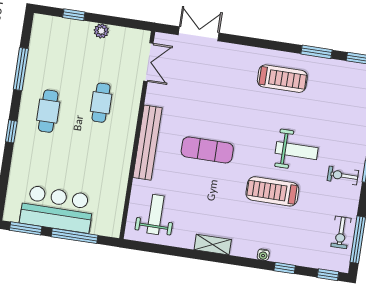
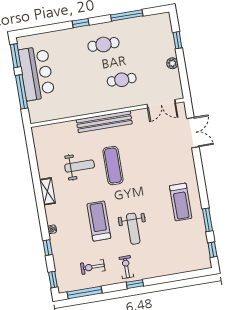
weight bench: (156, 215) -> (80, 166), moved
exercise bike: (341, 232) -> (93, 267), moved

